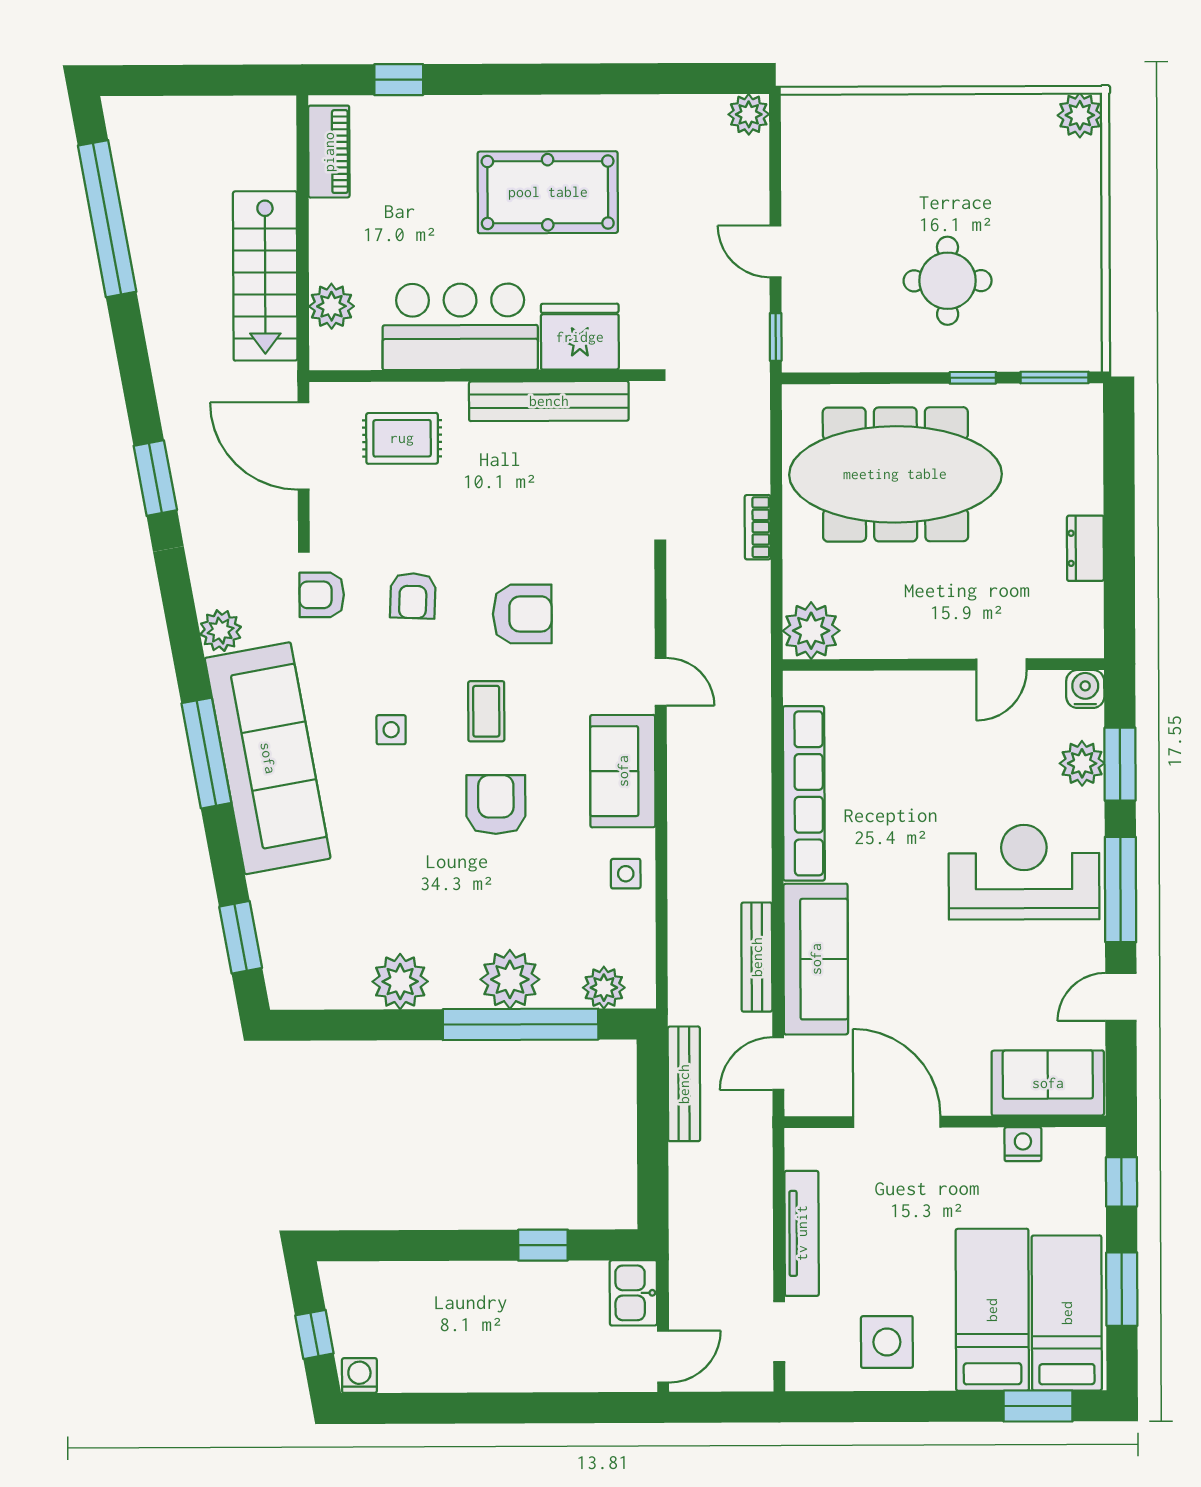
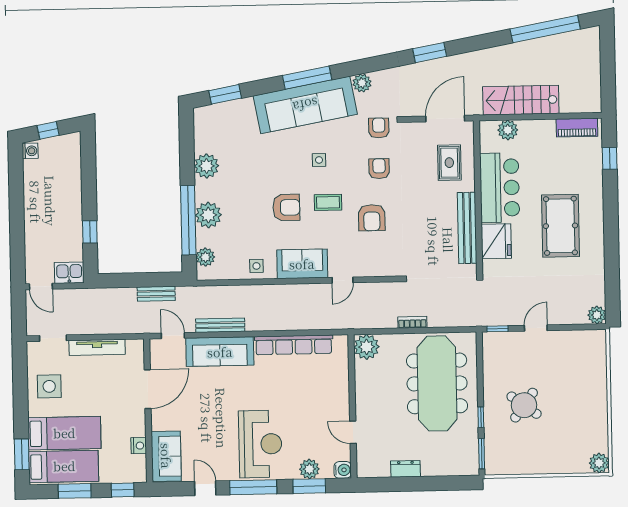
round table: (948, 281) -> (524, 405), turned 36
armchair: (413, 596) -> (379, 169), turned 88
bench: (684, 1084) -> (156, 294), width x0.73

